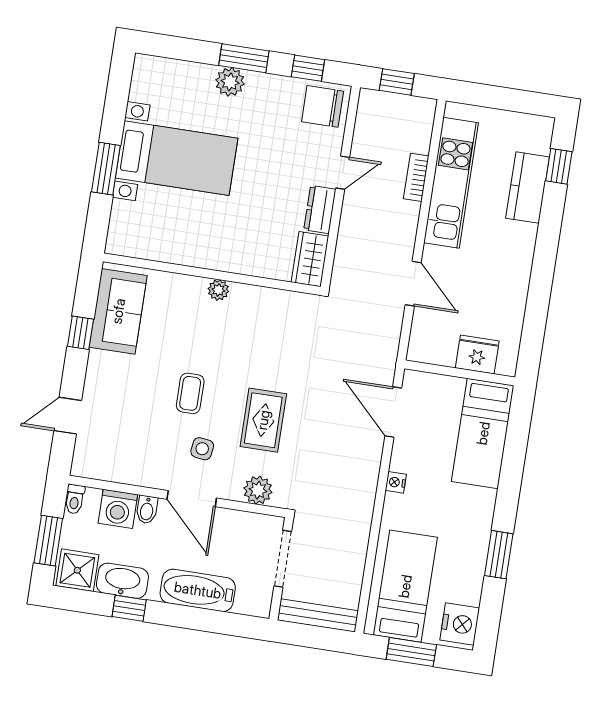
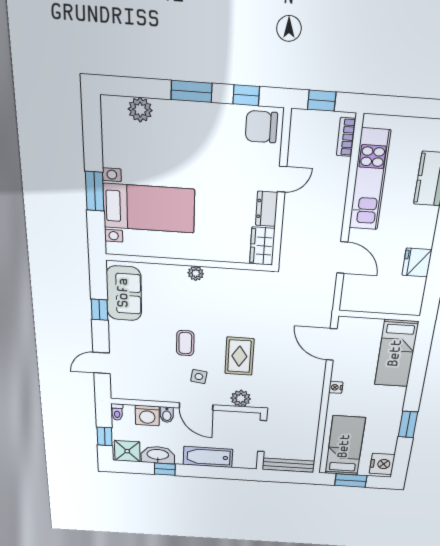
plant: (230, 82) -> (140, 110), moved
bed with nightstands: (177, 158) -> (149, 208), moved
bookcase: (416, 177) -> (346, 137), moved
fridge: (477, 354) -> (417, 262), moved, turned -90
window: (48, 541) -> (105, 436), width x0.67

